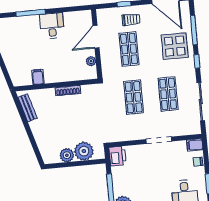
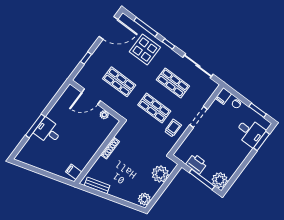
trolley: (131, 20) -> (173, 128), moved
desk: (52, 26) -> (48, 131), moved
door: (96, 37) -> (91, 97), hinge flipped
filing cabinet: (38, 77) -> (74, 172), moved
plant: (67, 155) -> (144, 199), moved
printer: (118, 156) -> (197, 164), moved

